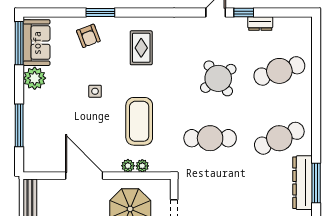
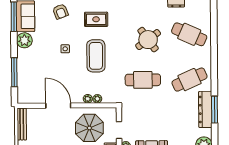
rug: (141, 48) -> (96, 19), turned 90
cafe table: (279, 71) -> (189, 34), turned 42
coffee table: (139, 121) -> (96, 56), moved

